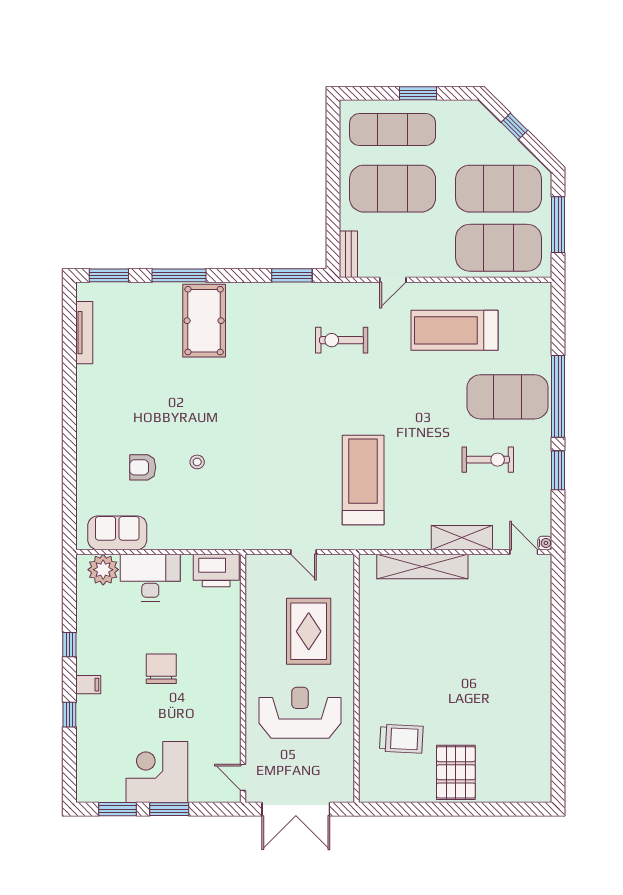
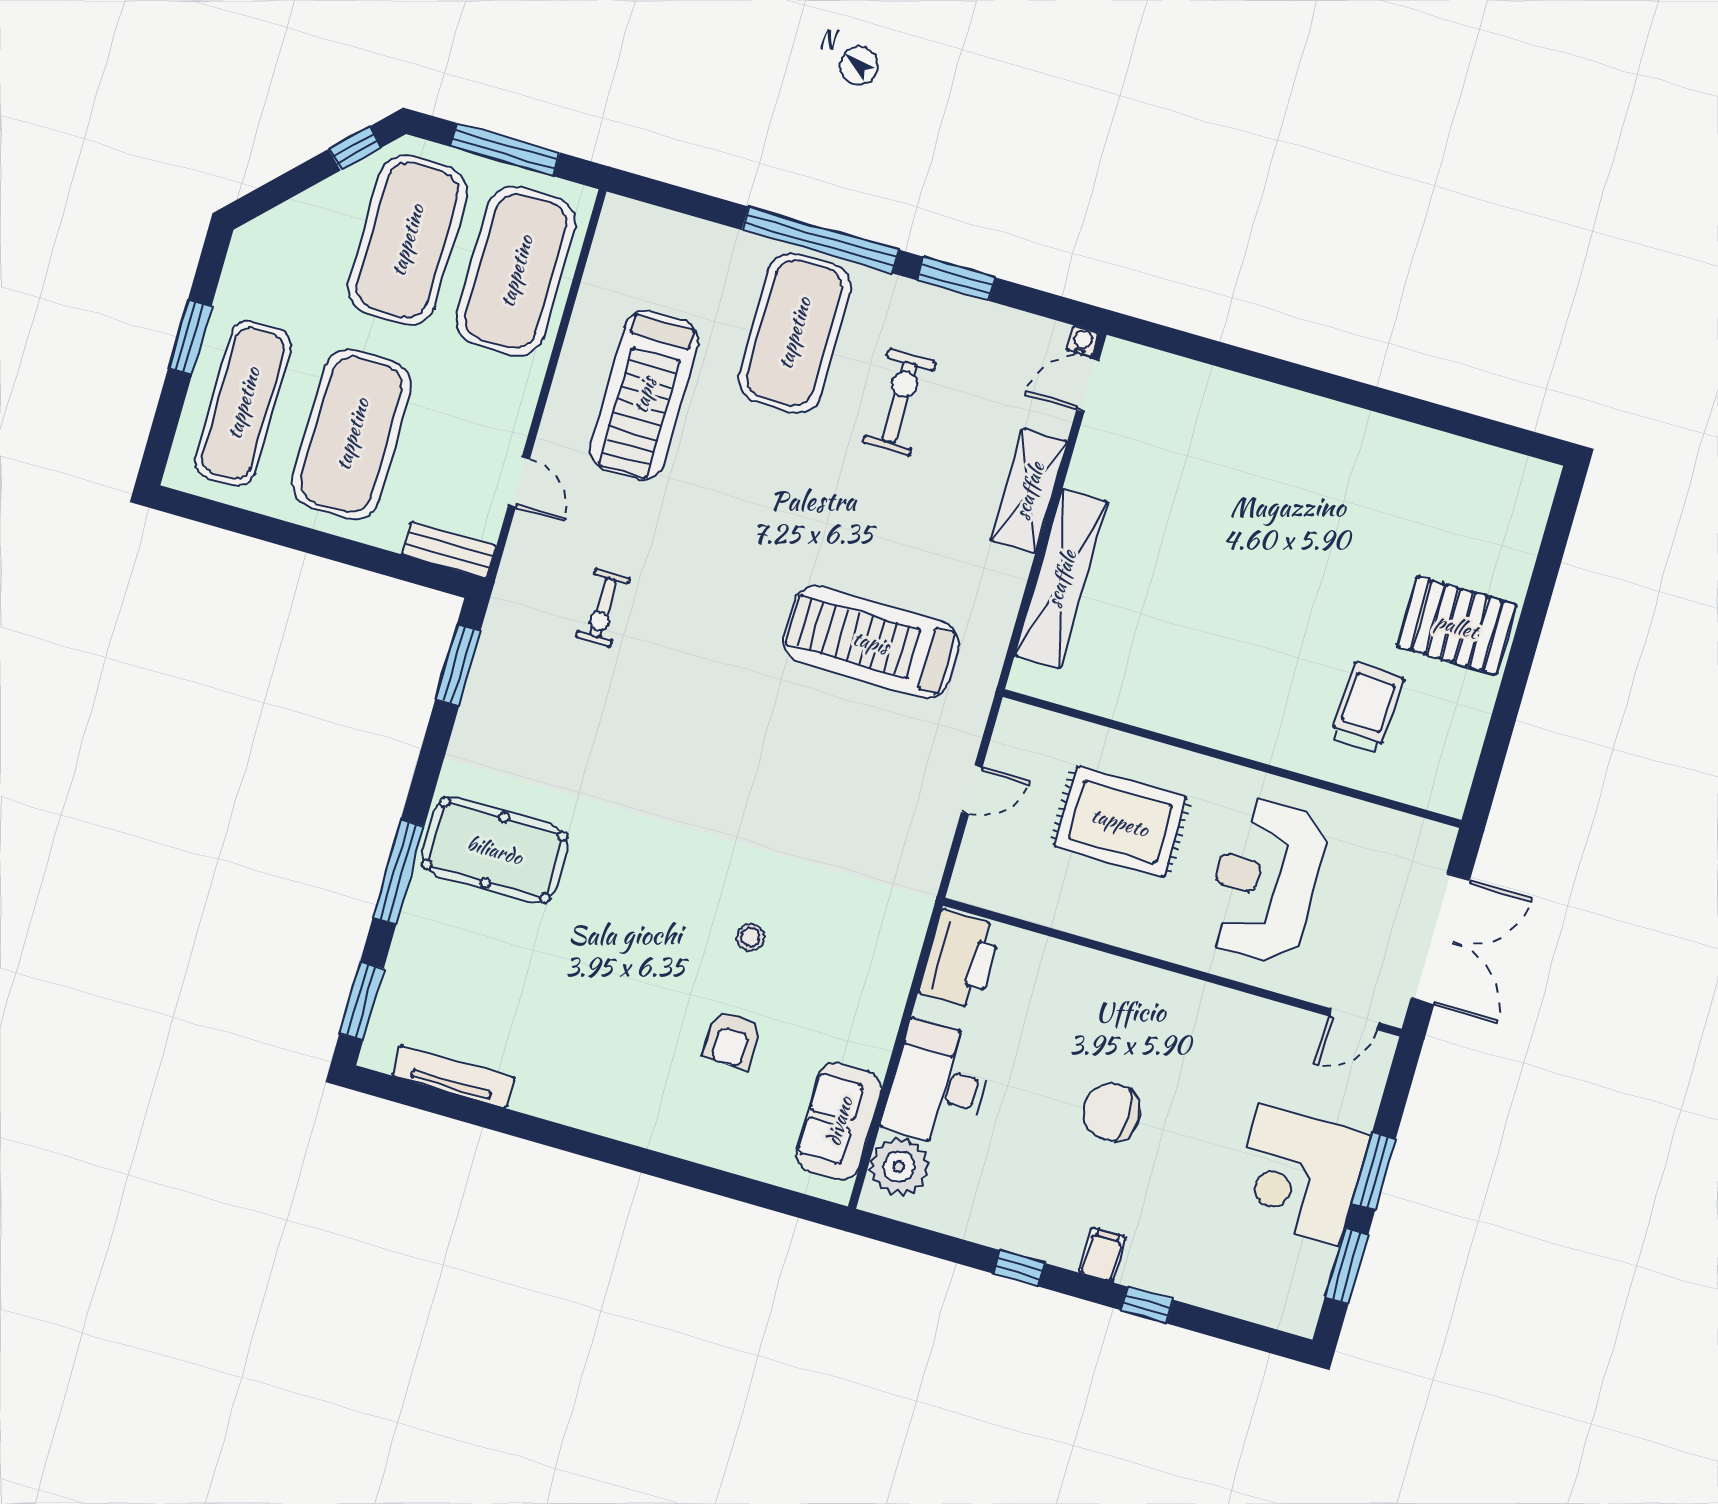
window: (514, 126) -> (355, 148), moved
exercise bike: (342, 340) -> (603, 608), width x0.73, depth x0.72

